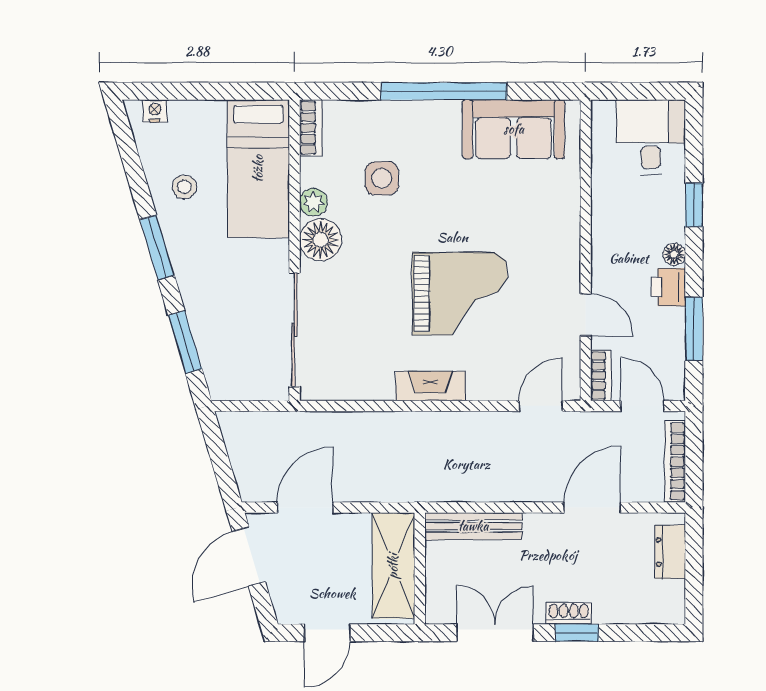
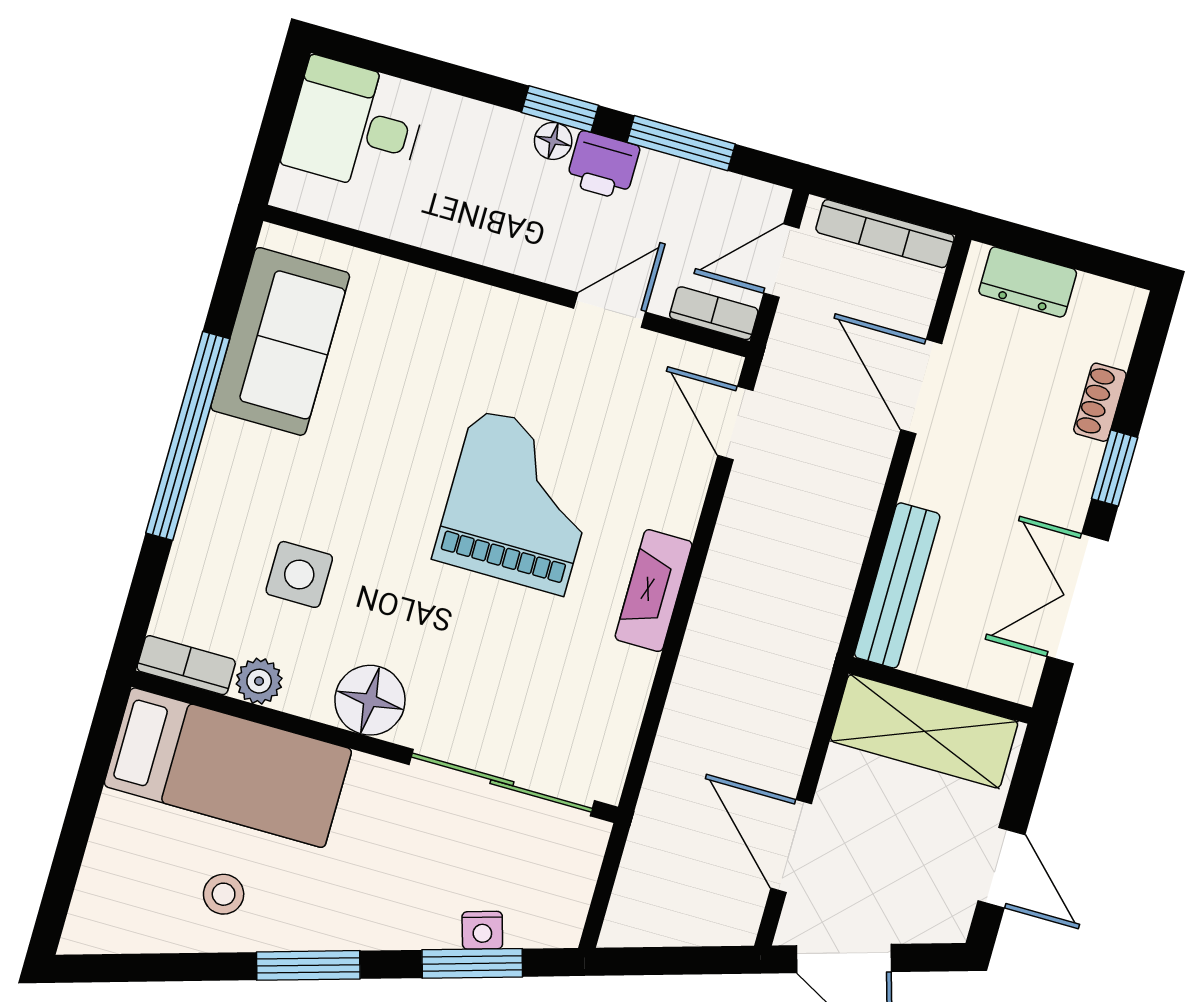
nightstand: (155, 111) -> (482, 930), moved, turned -107
plant: (314, 202) -> (259, 681), moved
window: (694, 205) -> (560, 109), moved
shoe rack: (569, 614) -> (1100, 402), moved

